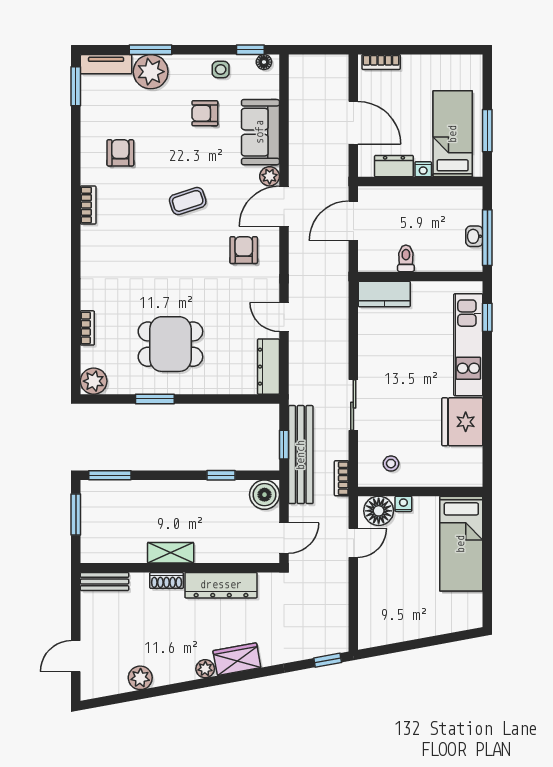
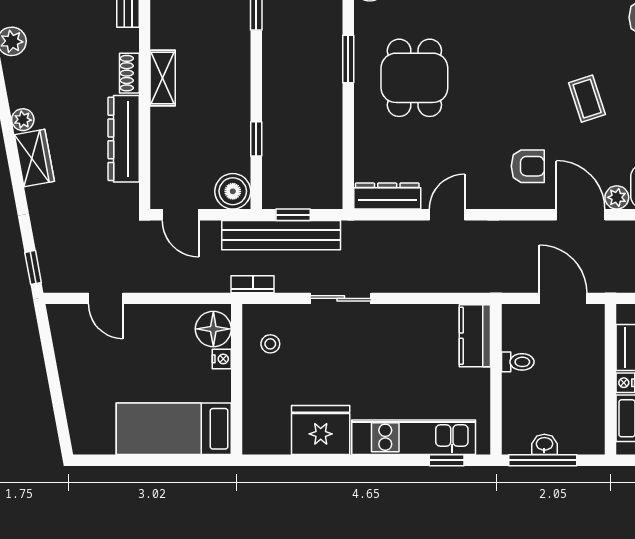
door: (353, 543) -> (106, 298), moved

